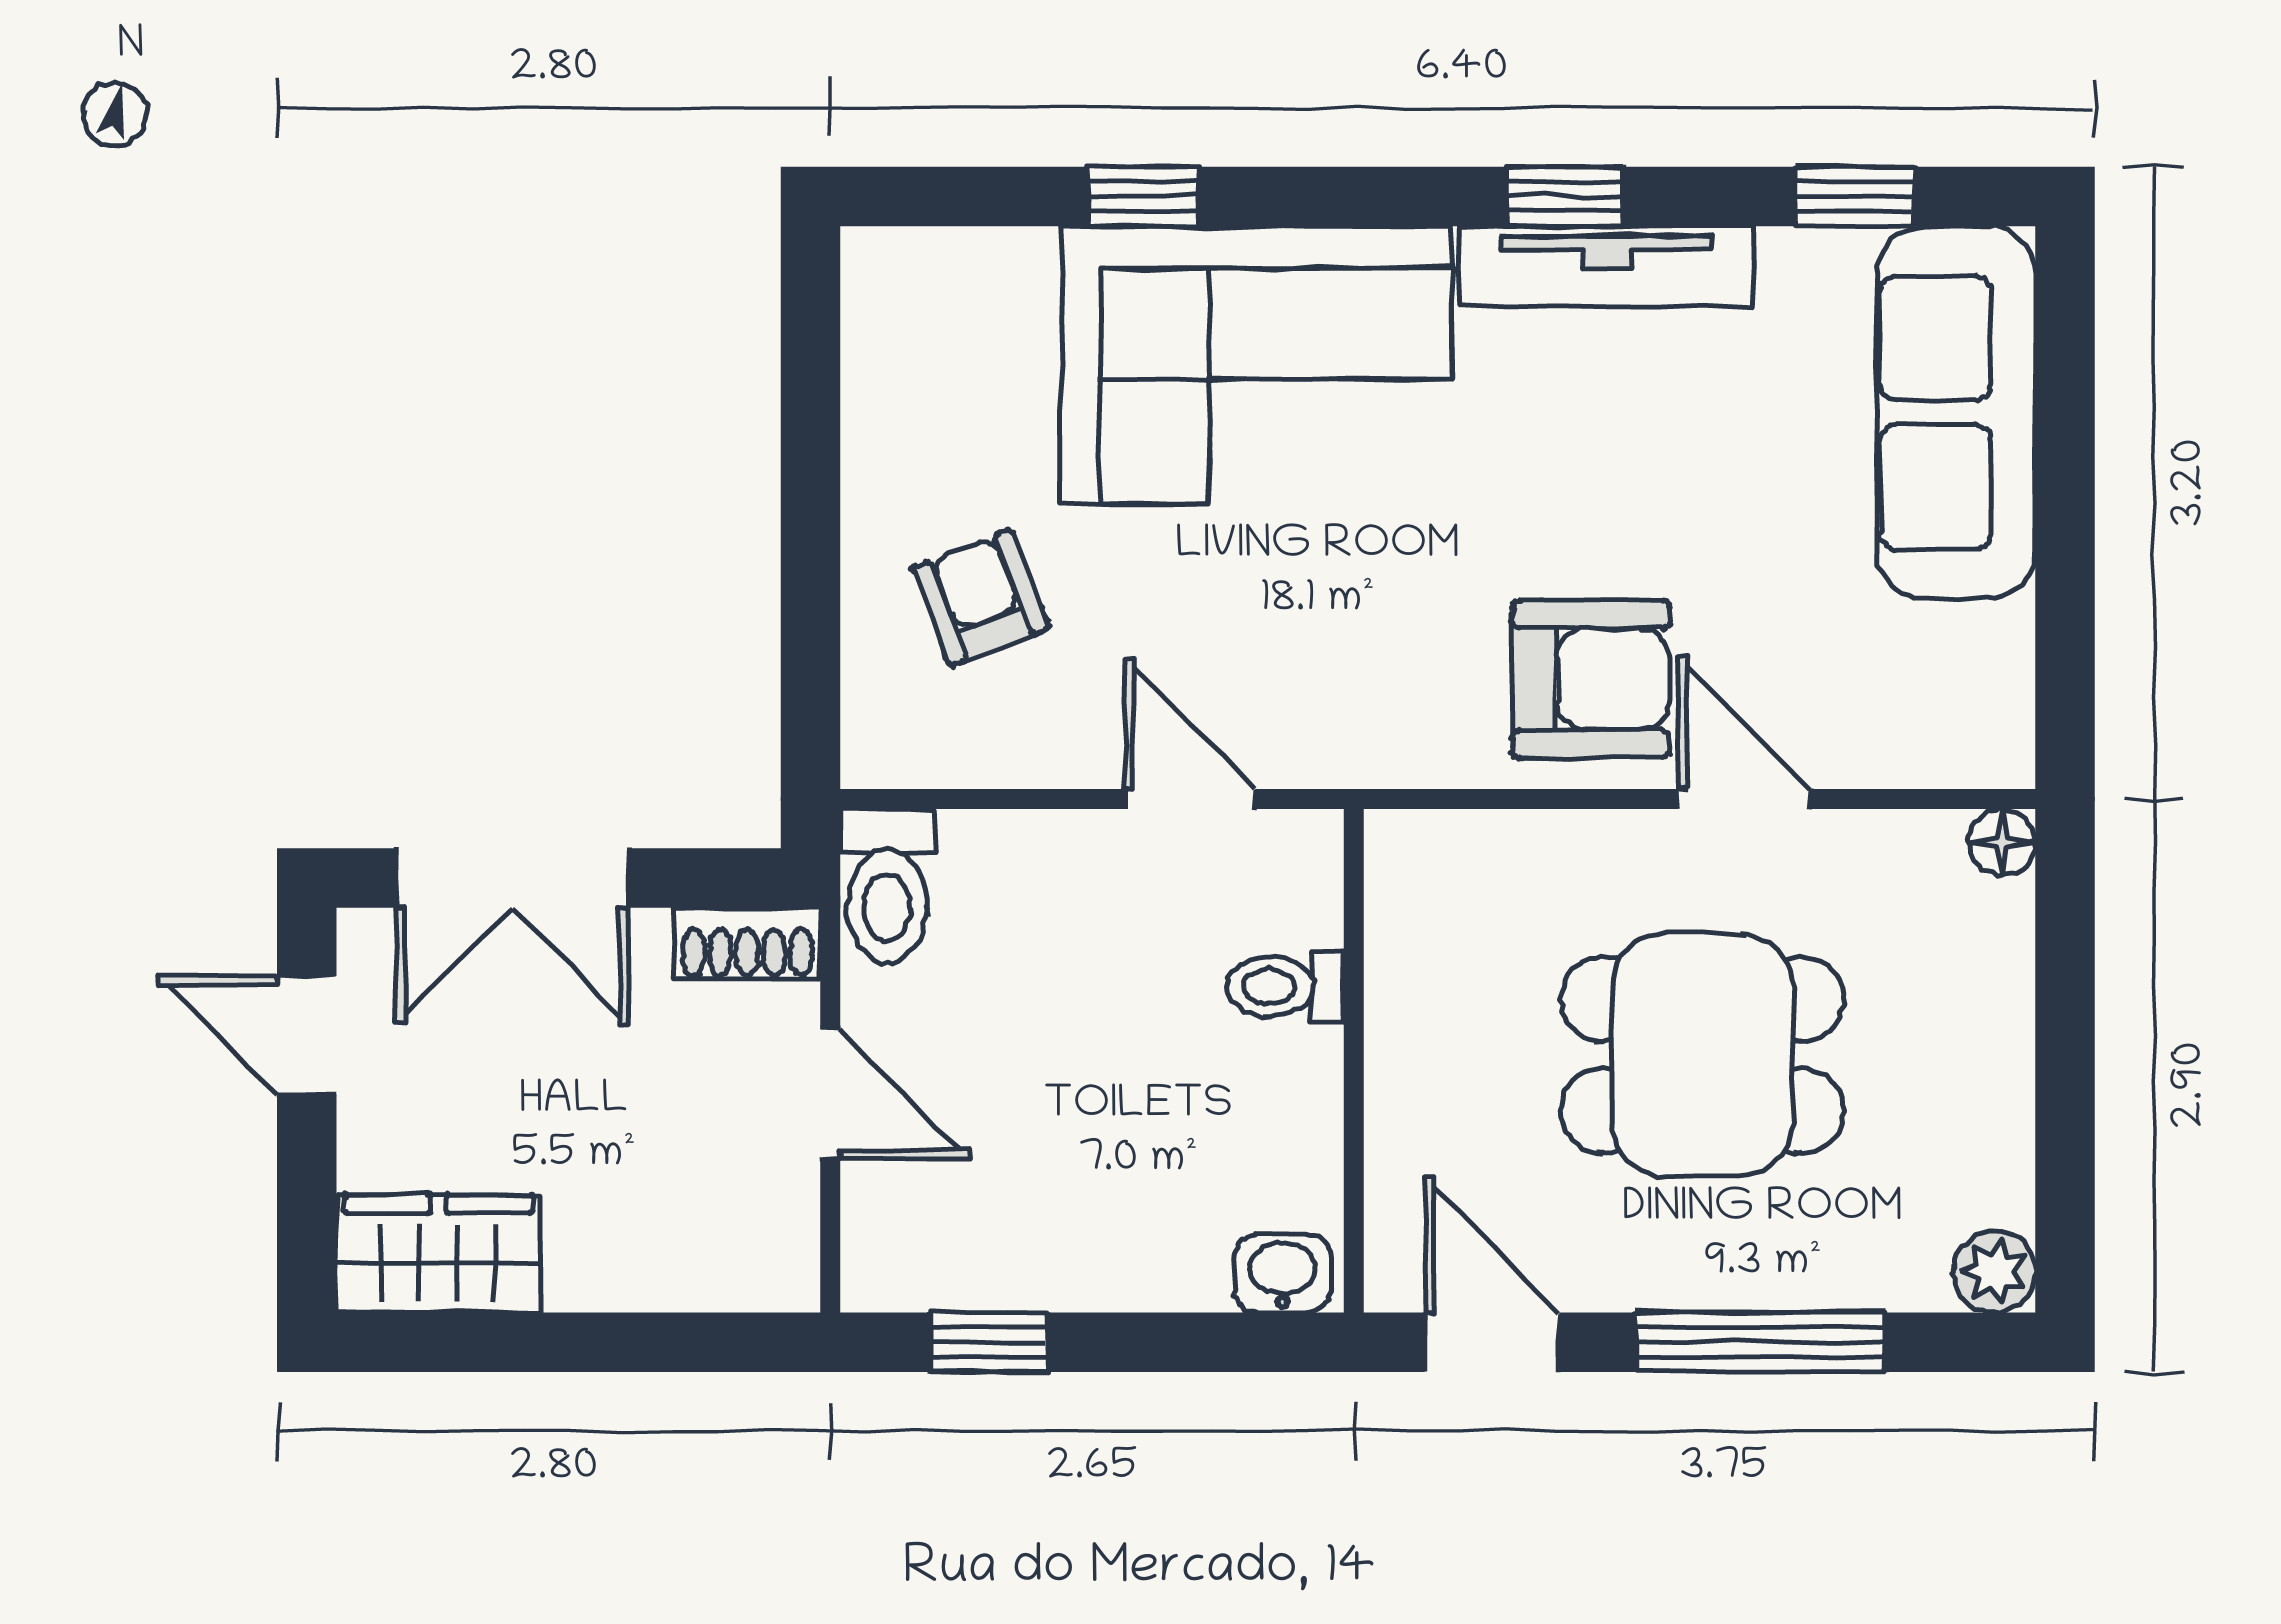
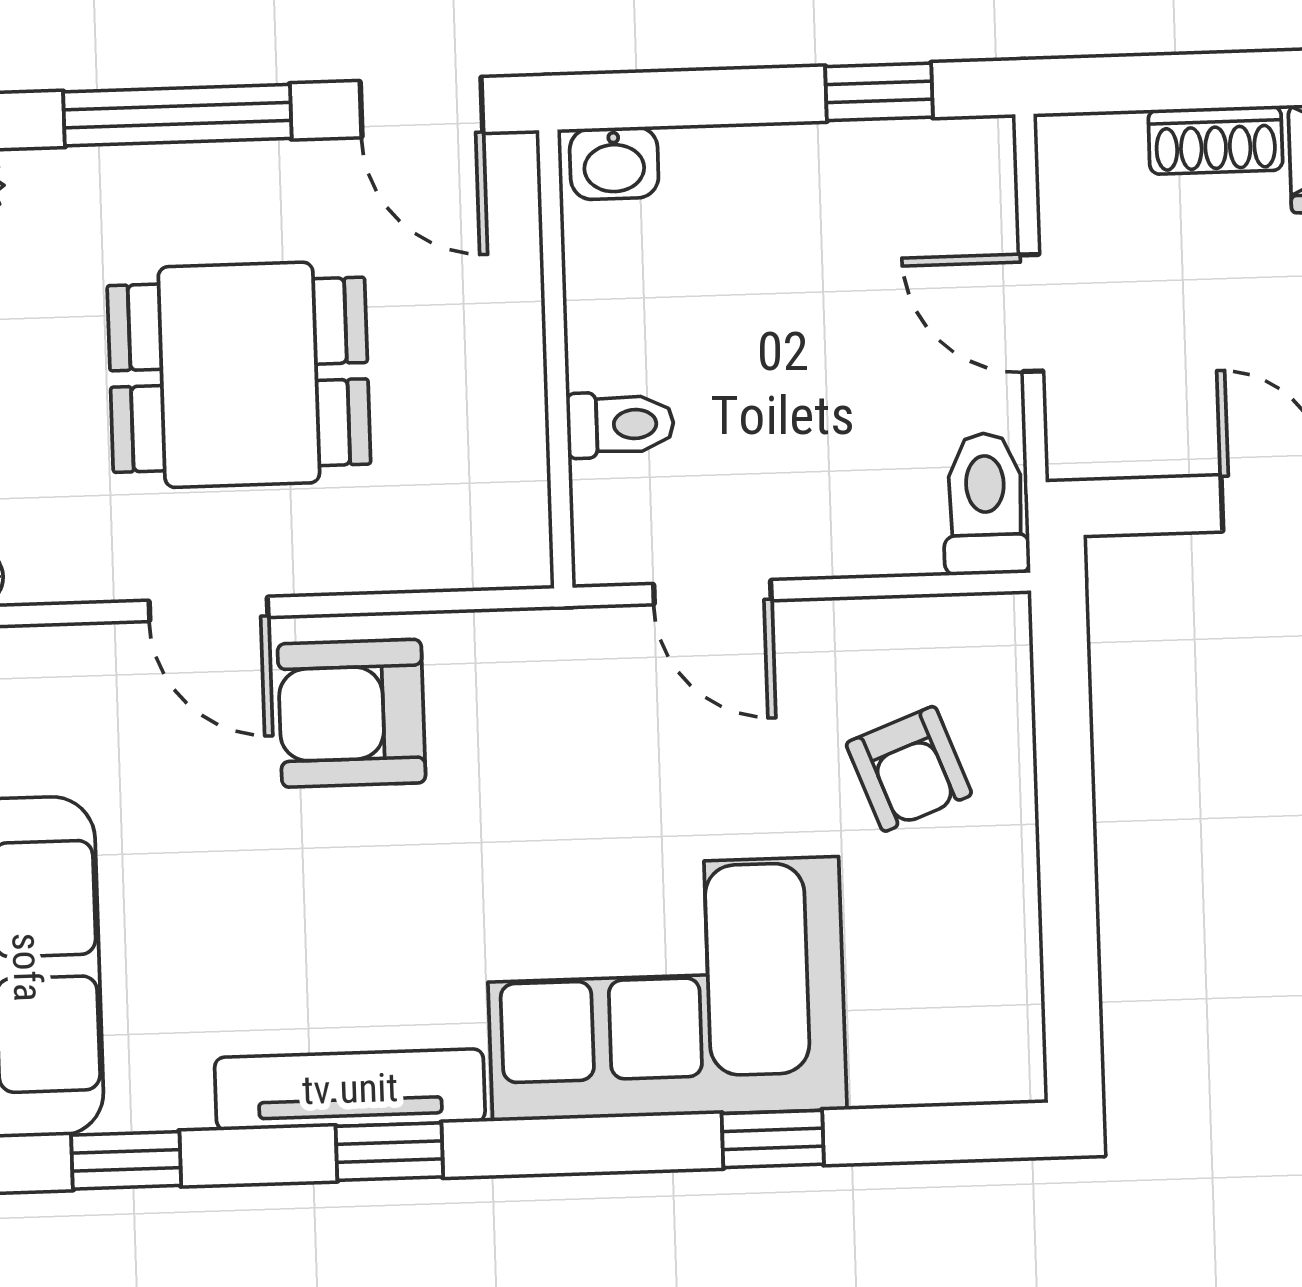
shoe rack: (747, 943) -> (1215, 140), moved, turned 180

